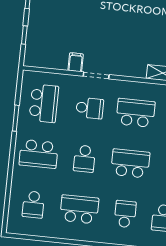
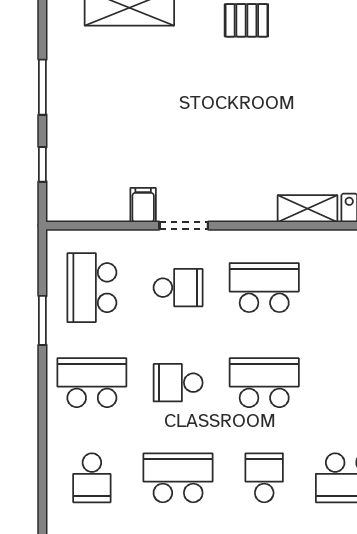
school desk: (44, 103) -> (92, 288), turned 180
school desk: (39, 154) -> (92, 383), turned 180
school desk: (84, 159) -> (178, 383), turned 90

